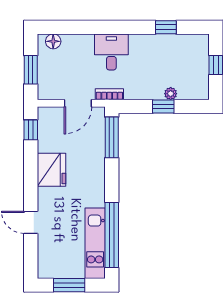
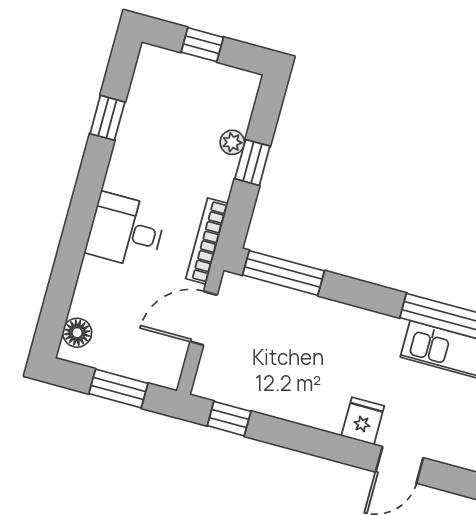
bookcase: (109, 94) -> (207, 241), width x1.56
door: (78, 103) -> (204, 318), swing flipped
fridge: (51, 170) -> (363, 421), moved, width x0.53, depth x0.75

